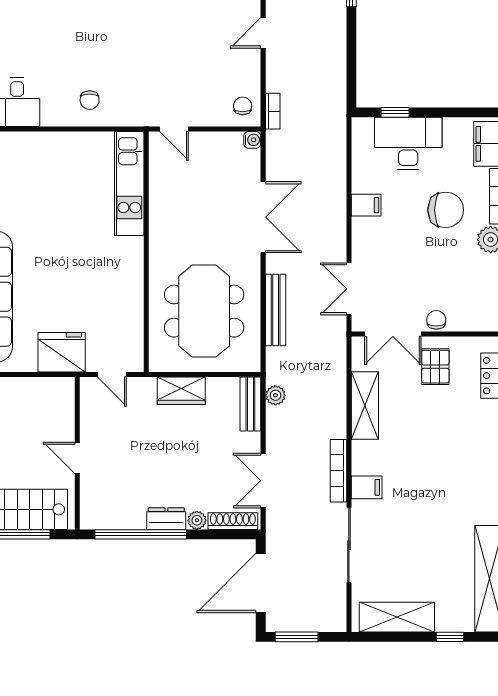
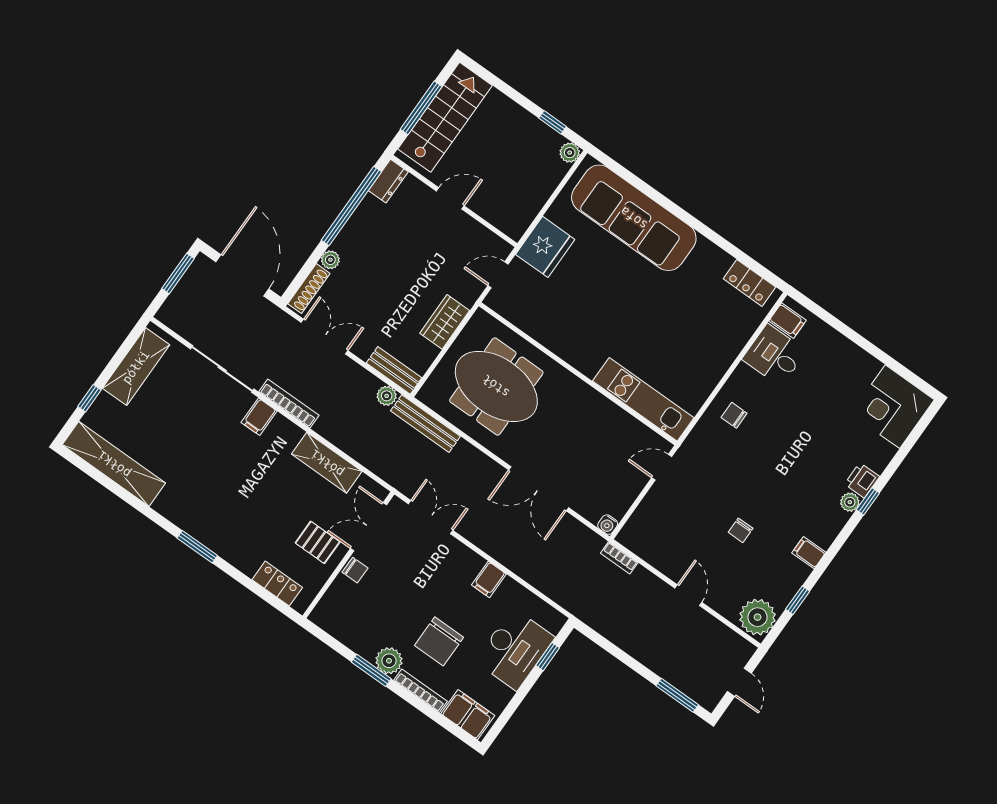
chair: (243, 106) -> (741, 530), moved, turned 90
bench: (276, 310) -> (425, 424), moved
dresser: (166, 519) -> (388, 181), moved

